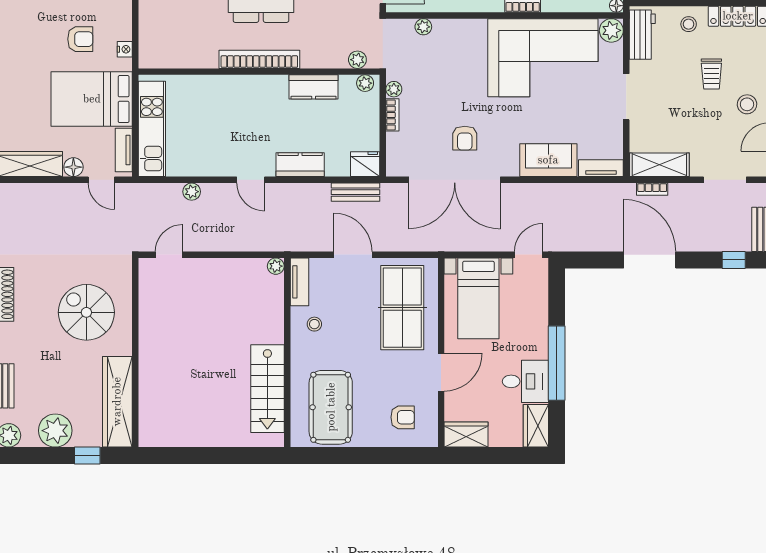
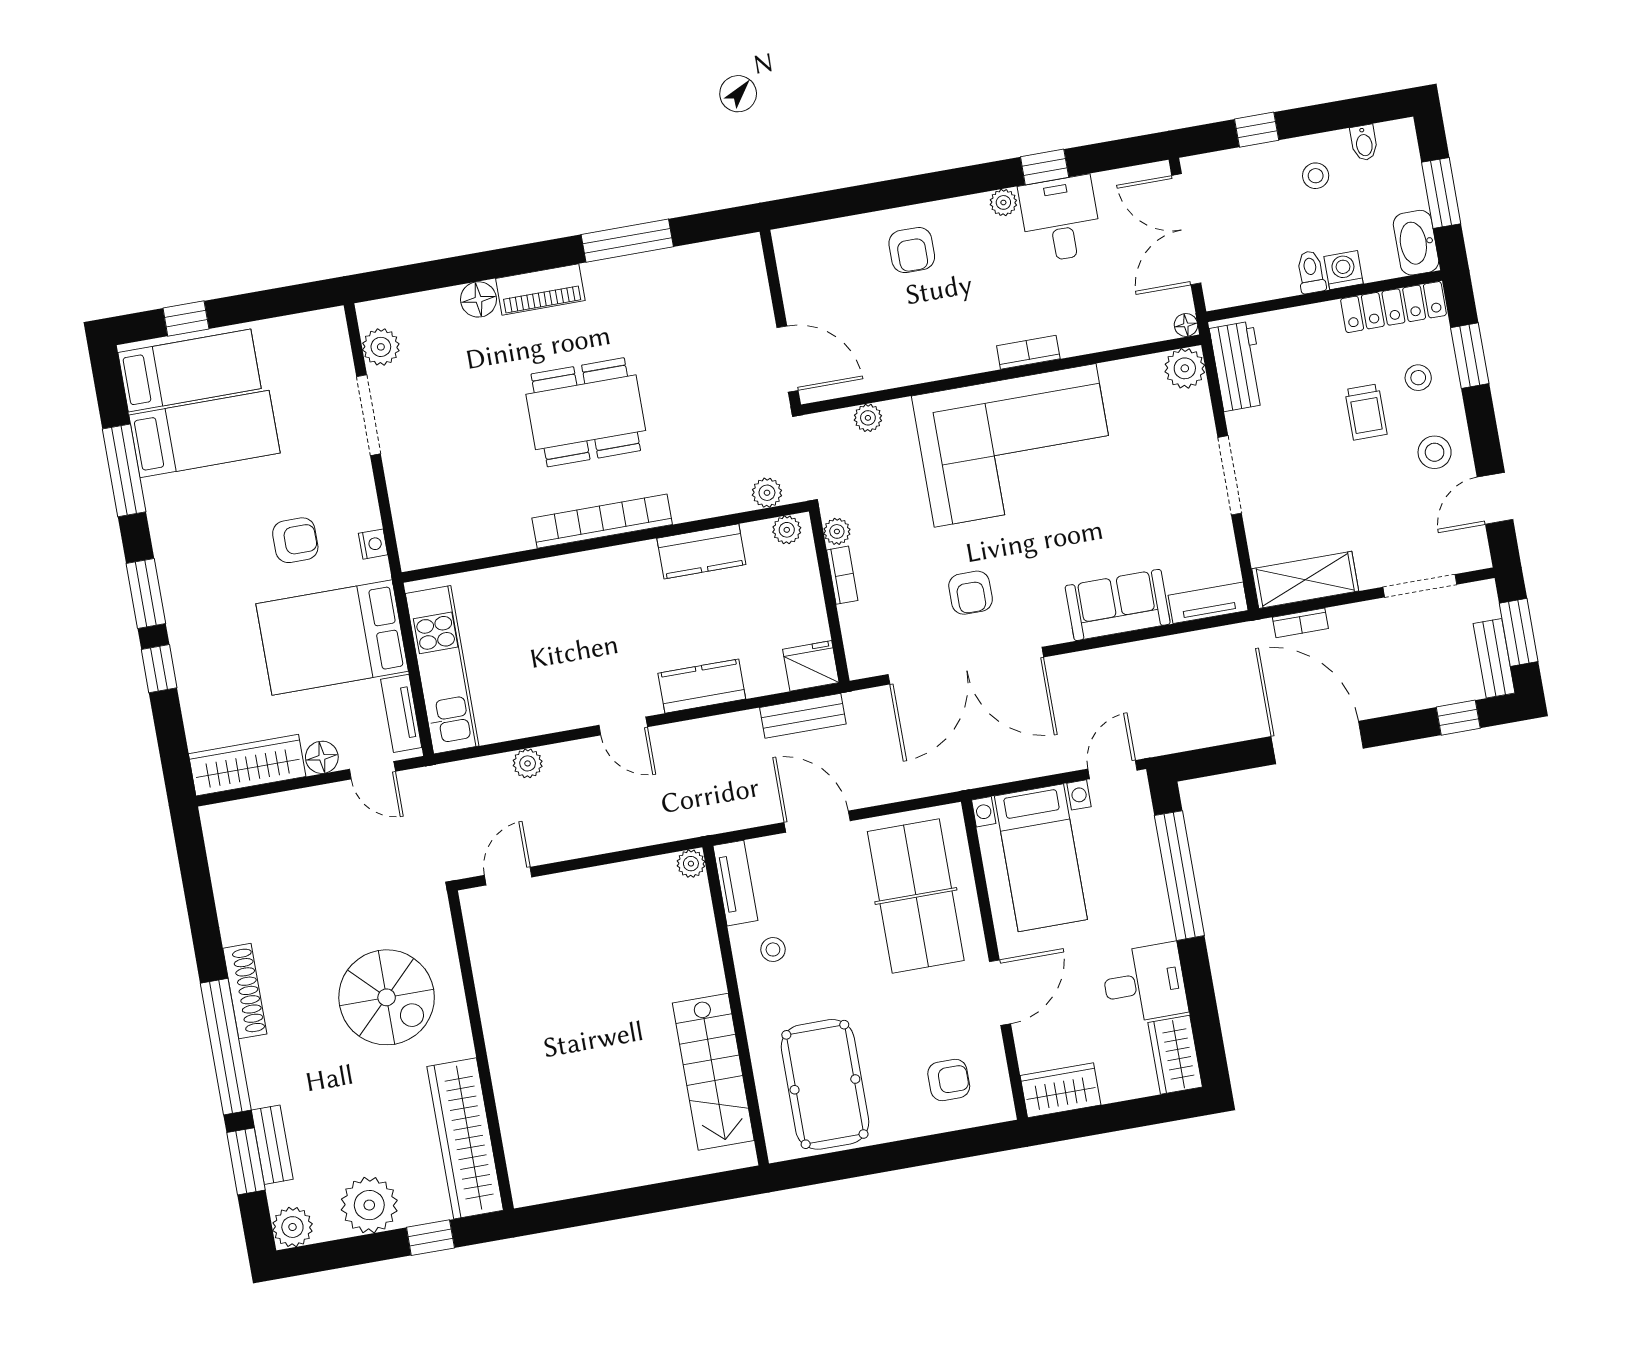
stool: (689, 24) -> (1418, 378), moved
corner sofa: (543, 58) -> (1015, 445), moved
spiral stairs: (86, 312) -> (387, 997), turned 180
window: (557, 363) -> (1179, 876), moved

